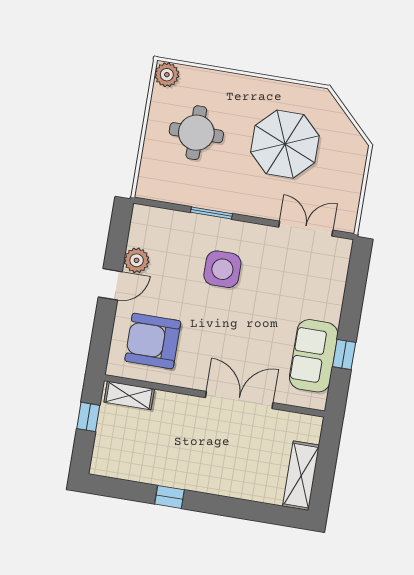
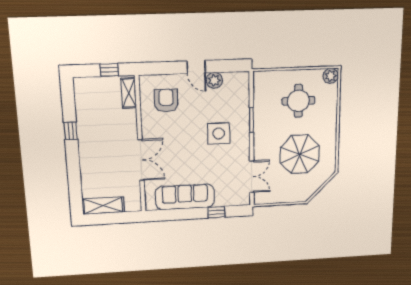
armchair: (153, 341) -> (166, 101), width x0.73, depth x0.73
window: (344, 354) -> (216, 212), moved
sofa: (314, 356) -> (185, 197), width x1.36

